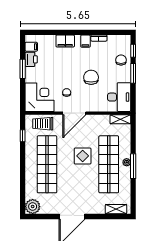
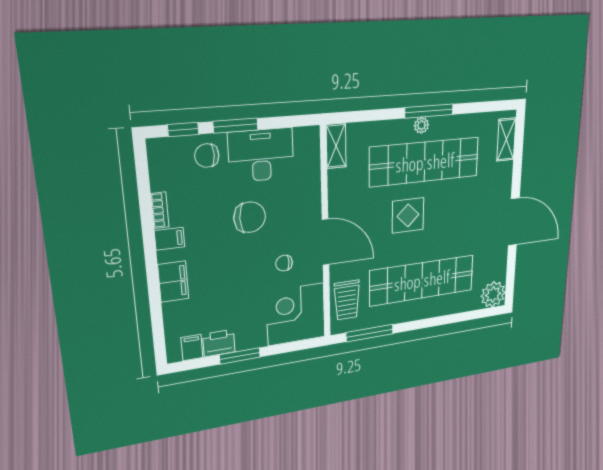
chair: (91, 77) -> (250, 217), turned 180
desk: (119, 97) -> (261, 155), moved
window: (23, 136) -> (370, 333), width x2.17

